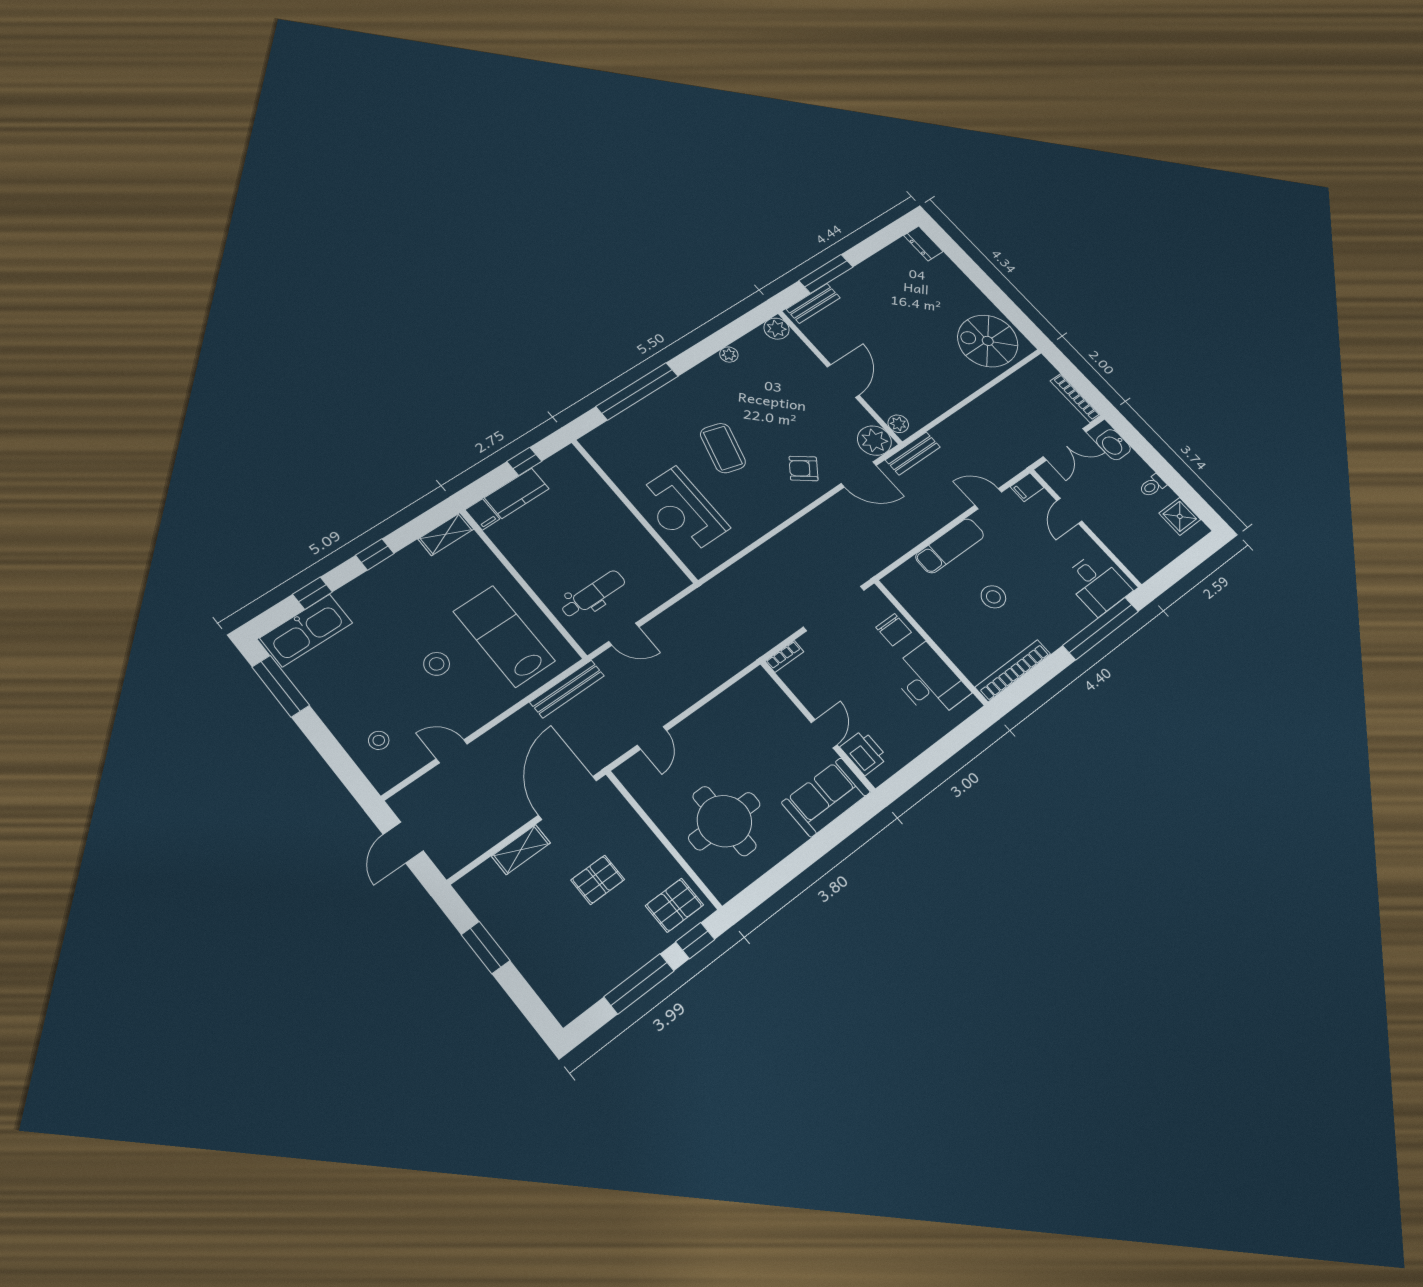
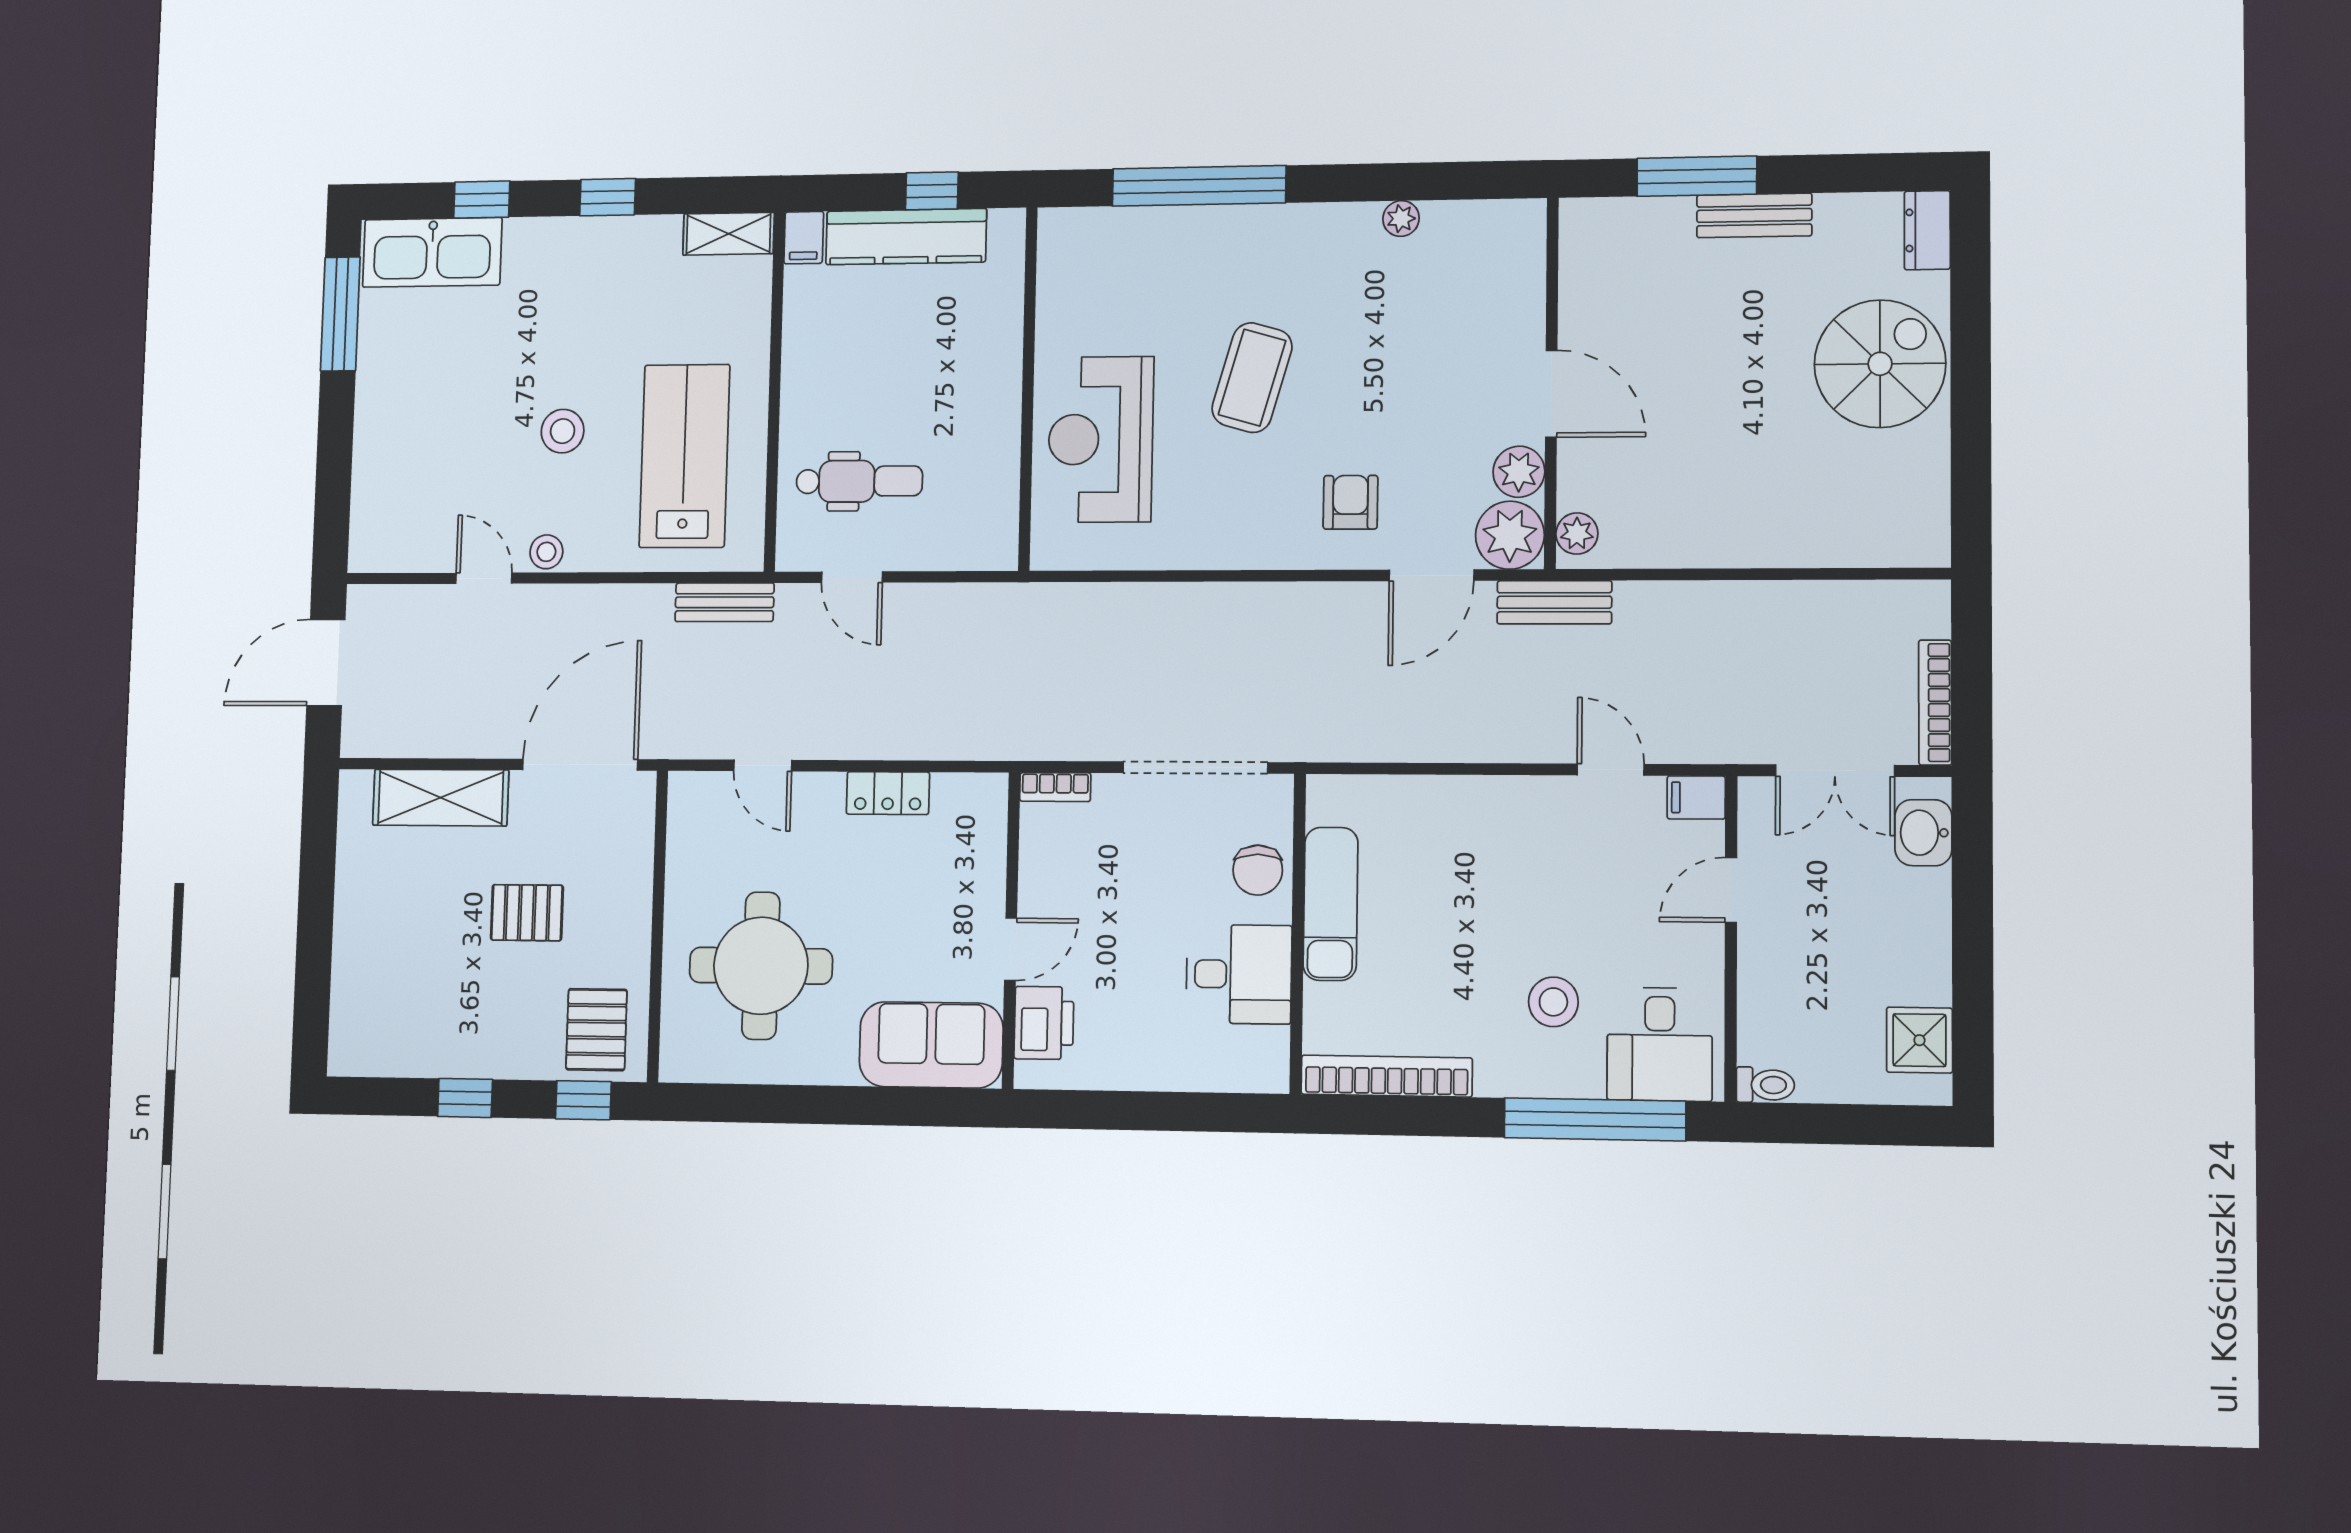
bench: (813, 303) -> (1754, 215), moved
plant: (776, 329) -> (1519, 472), moved
spiral stairs: (988, 341) -> (1880, 364), moved, turned 90
door: (843, 381) -> (1551, 394), hinge flipped
armchair: (803, 469) -> (1350, 502), turned 53
door: (859, 474) -> (1432, 575), hinge flipped
toilet: (1152, 486) -> (1765, 1085), moved, turned 180
kitchen counter: (517, 493) -> (906, 237), width x1.50
exam couch: (950, 546) -> (1331, 904), moved, turned -90
stool: (993, 597) -> (1553, 1002), moved
desk: (929, 682) -> (1239, 974), width x0.73
bench: (567, 689) -> (725, 602), width x0.73
locker: (717, 710) -> (888, 793), added
door: (652, 738) -> (763, 766), hinge flipped
stool: (379, 740) -> (546, 552), moved
door: (403, 843) -> (326, 662), width x1.38
shelving: (521, 850) -> (441, 798), width x1.50, depth x1.33
pallet: (674, 905) -> (596, 1030), turned 90
window: (486, 948) -> (316, 890), removed
window: (639, 984) -> (465, 1098), width x0.46

